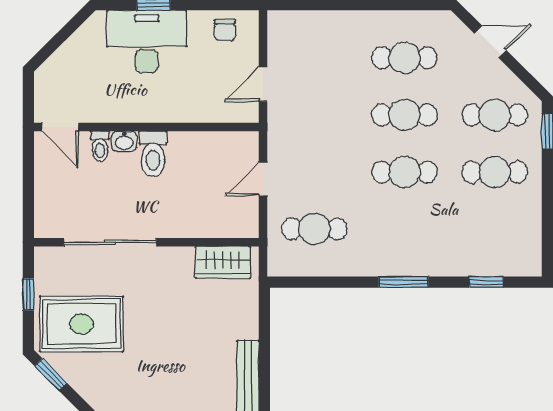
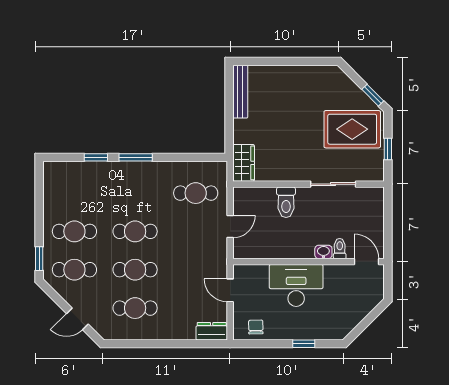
dresser: (290, 23) -> (212, 331), added
desk: (147, 42) -> (296, 285), moved, turned 180
door: (263, 84) -> (230, 290), swing flipped
toilet: (153, 154) -> (286, 202), moved, turned 180
sliding door: (110, 242) -> (333, 184), width x0.73
wardrobe: (223, 262) -> (244, 163), moved, turned 90
window: (486, 282) -> (96, 157), moved

